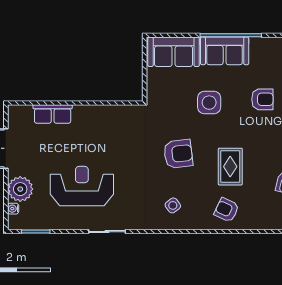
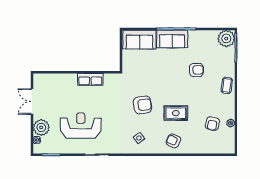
side table: (209, 103) -> (162, 72), removed
row of seats: (53, 114) -> (90, 79), moved
rug: (230, 167) -> (176, 113), turned 90

